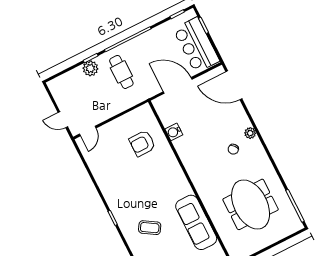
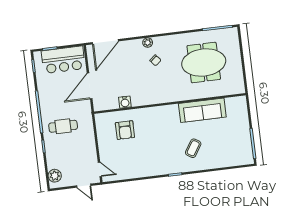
plant: (90, 68) -> (55, 176), moved
door: (63, 120) -> (84, 186), hinge flipped

